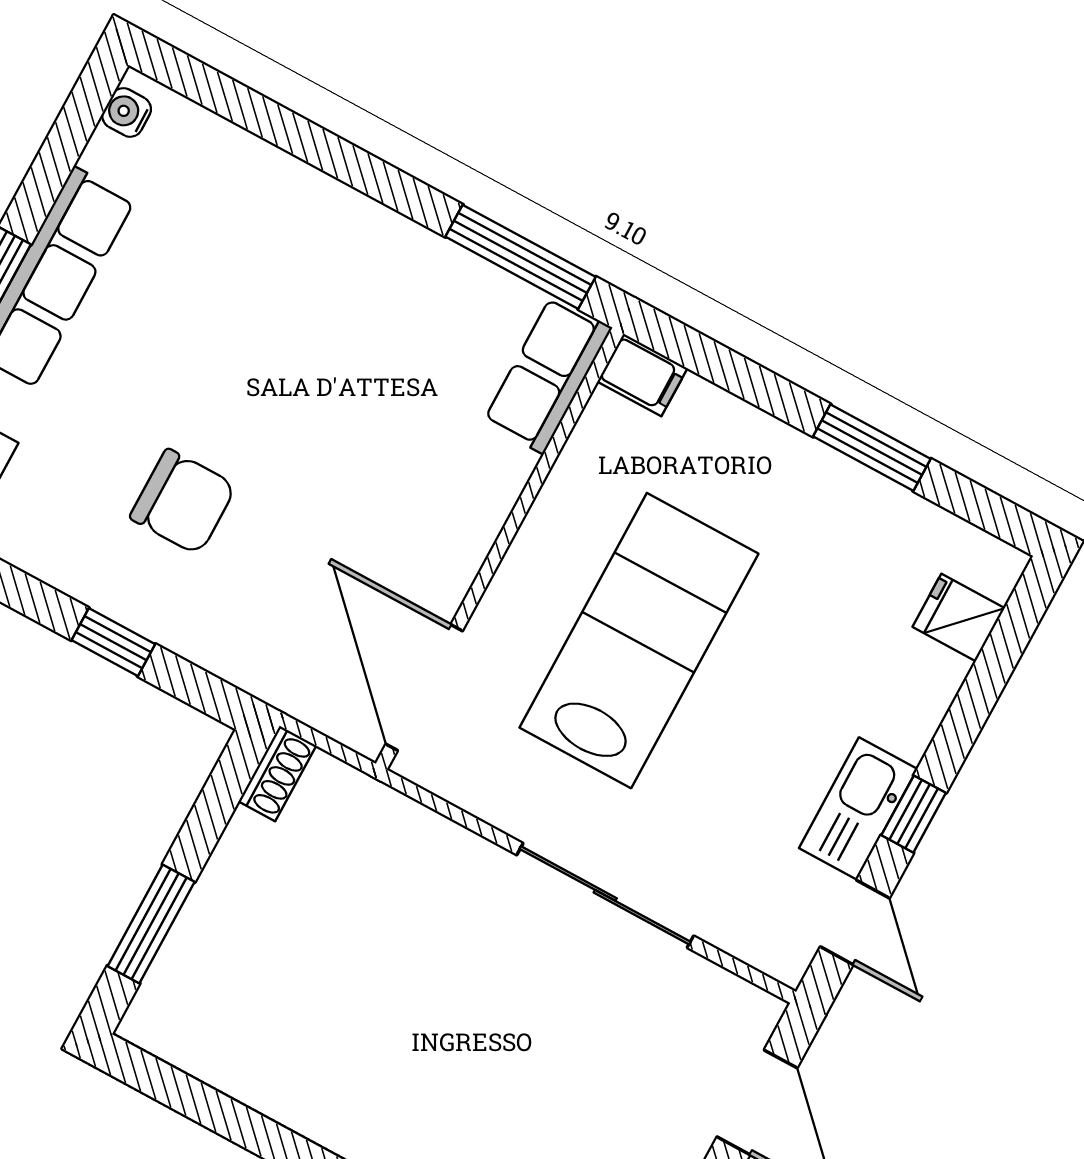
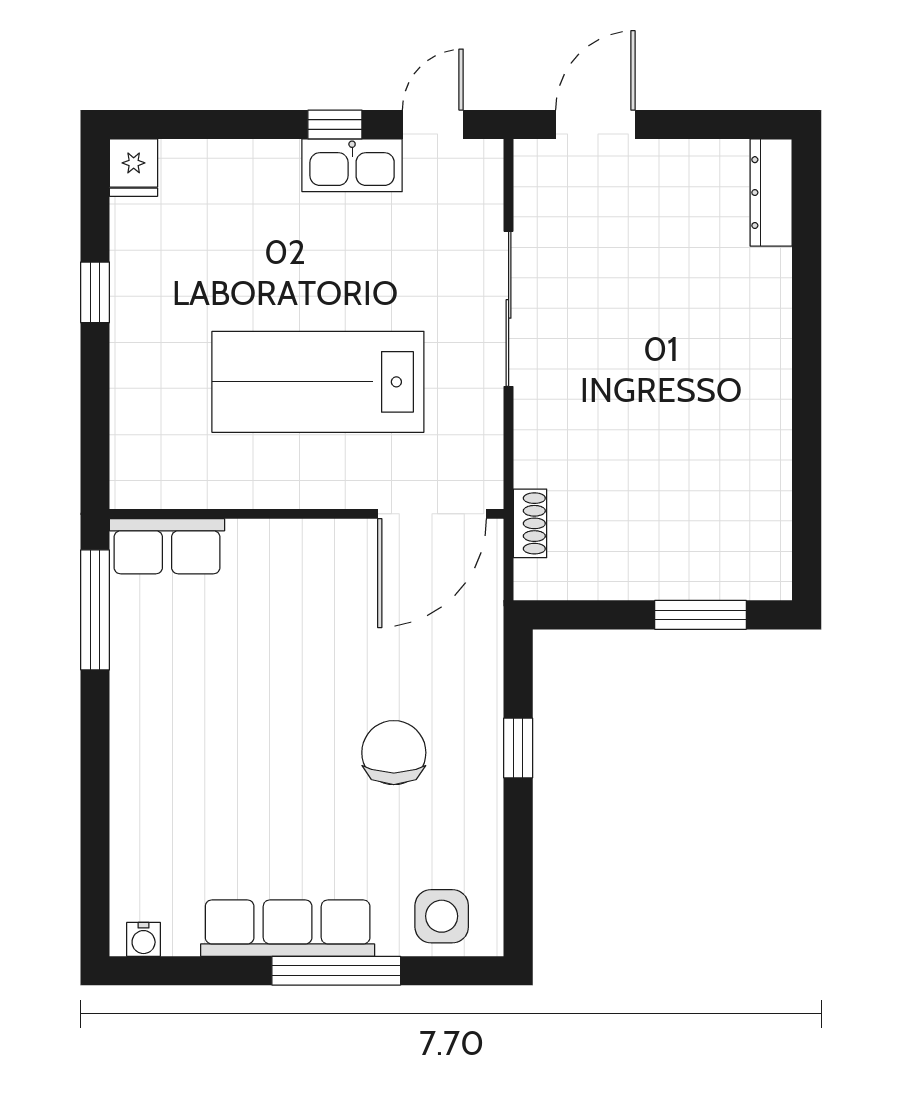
filing cabinet: (642, 375) -> (131, 480), removed
window: (872, 448) -> (95, 292), width x0.67
fridge: (959, 617) -> (134, 168), moved
shoe rack: (277, 773) -> (530, 523), moved, turned 90

